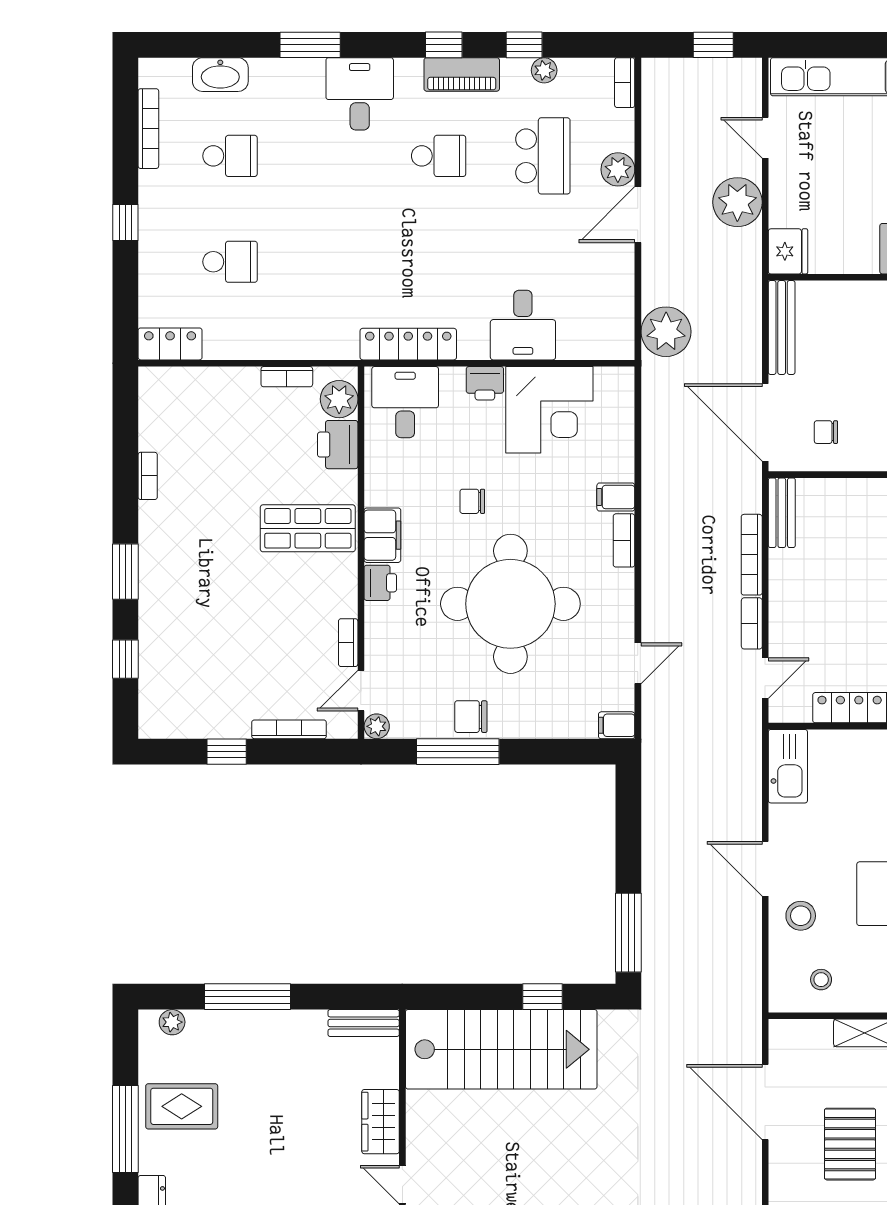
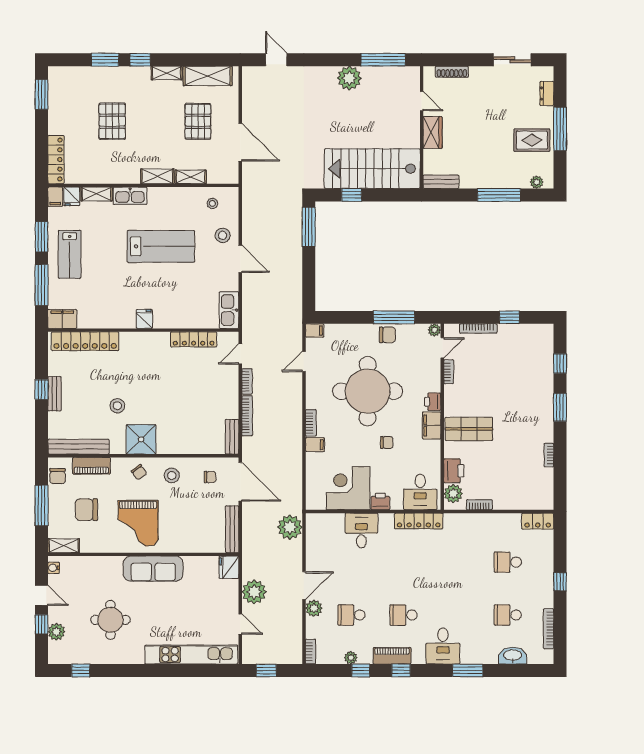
school desk: (543, 156) -> (351, 615), width x0.54

